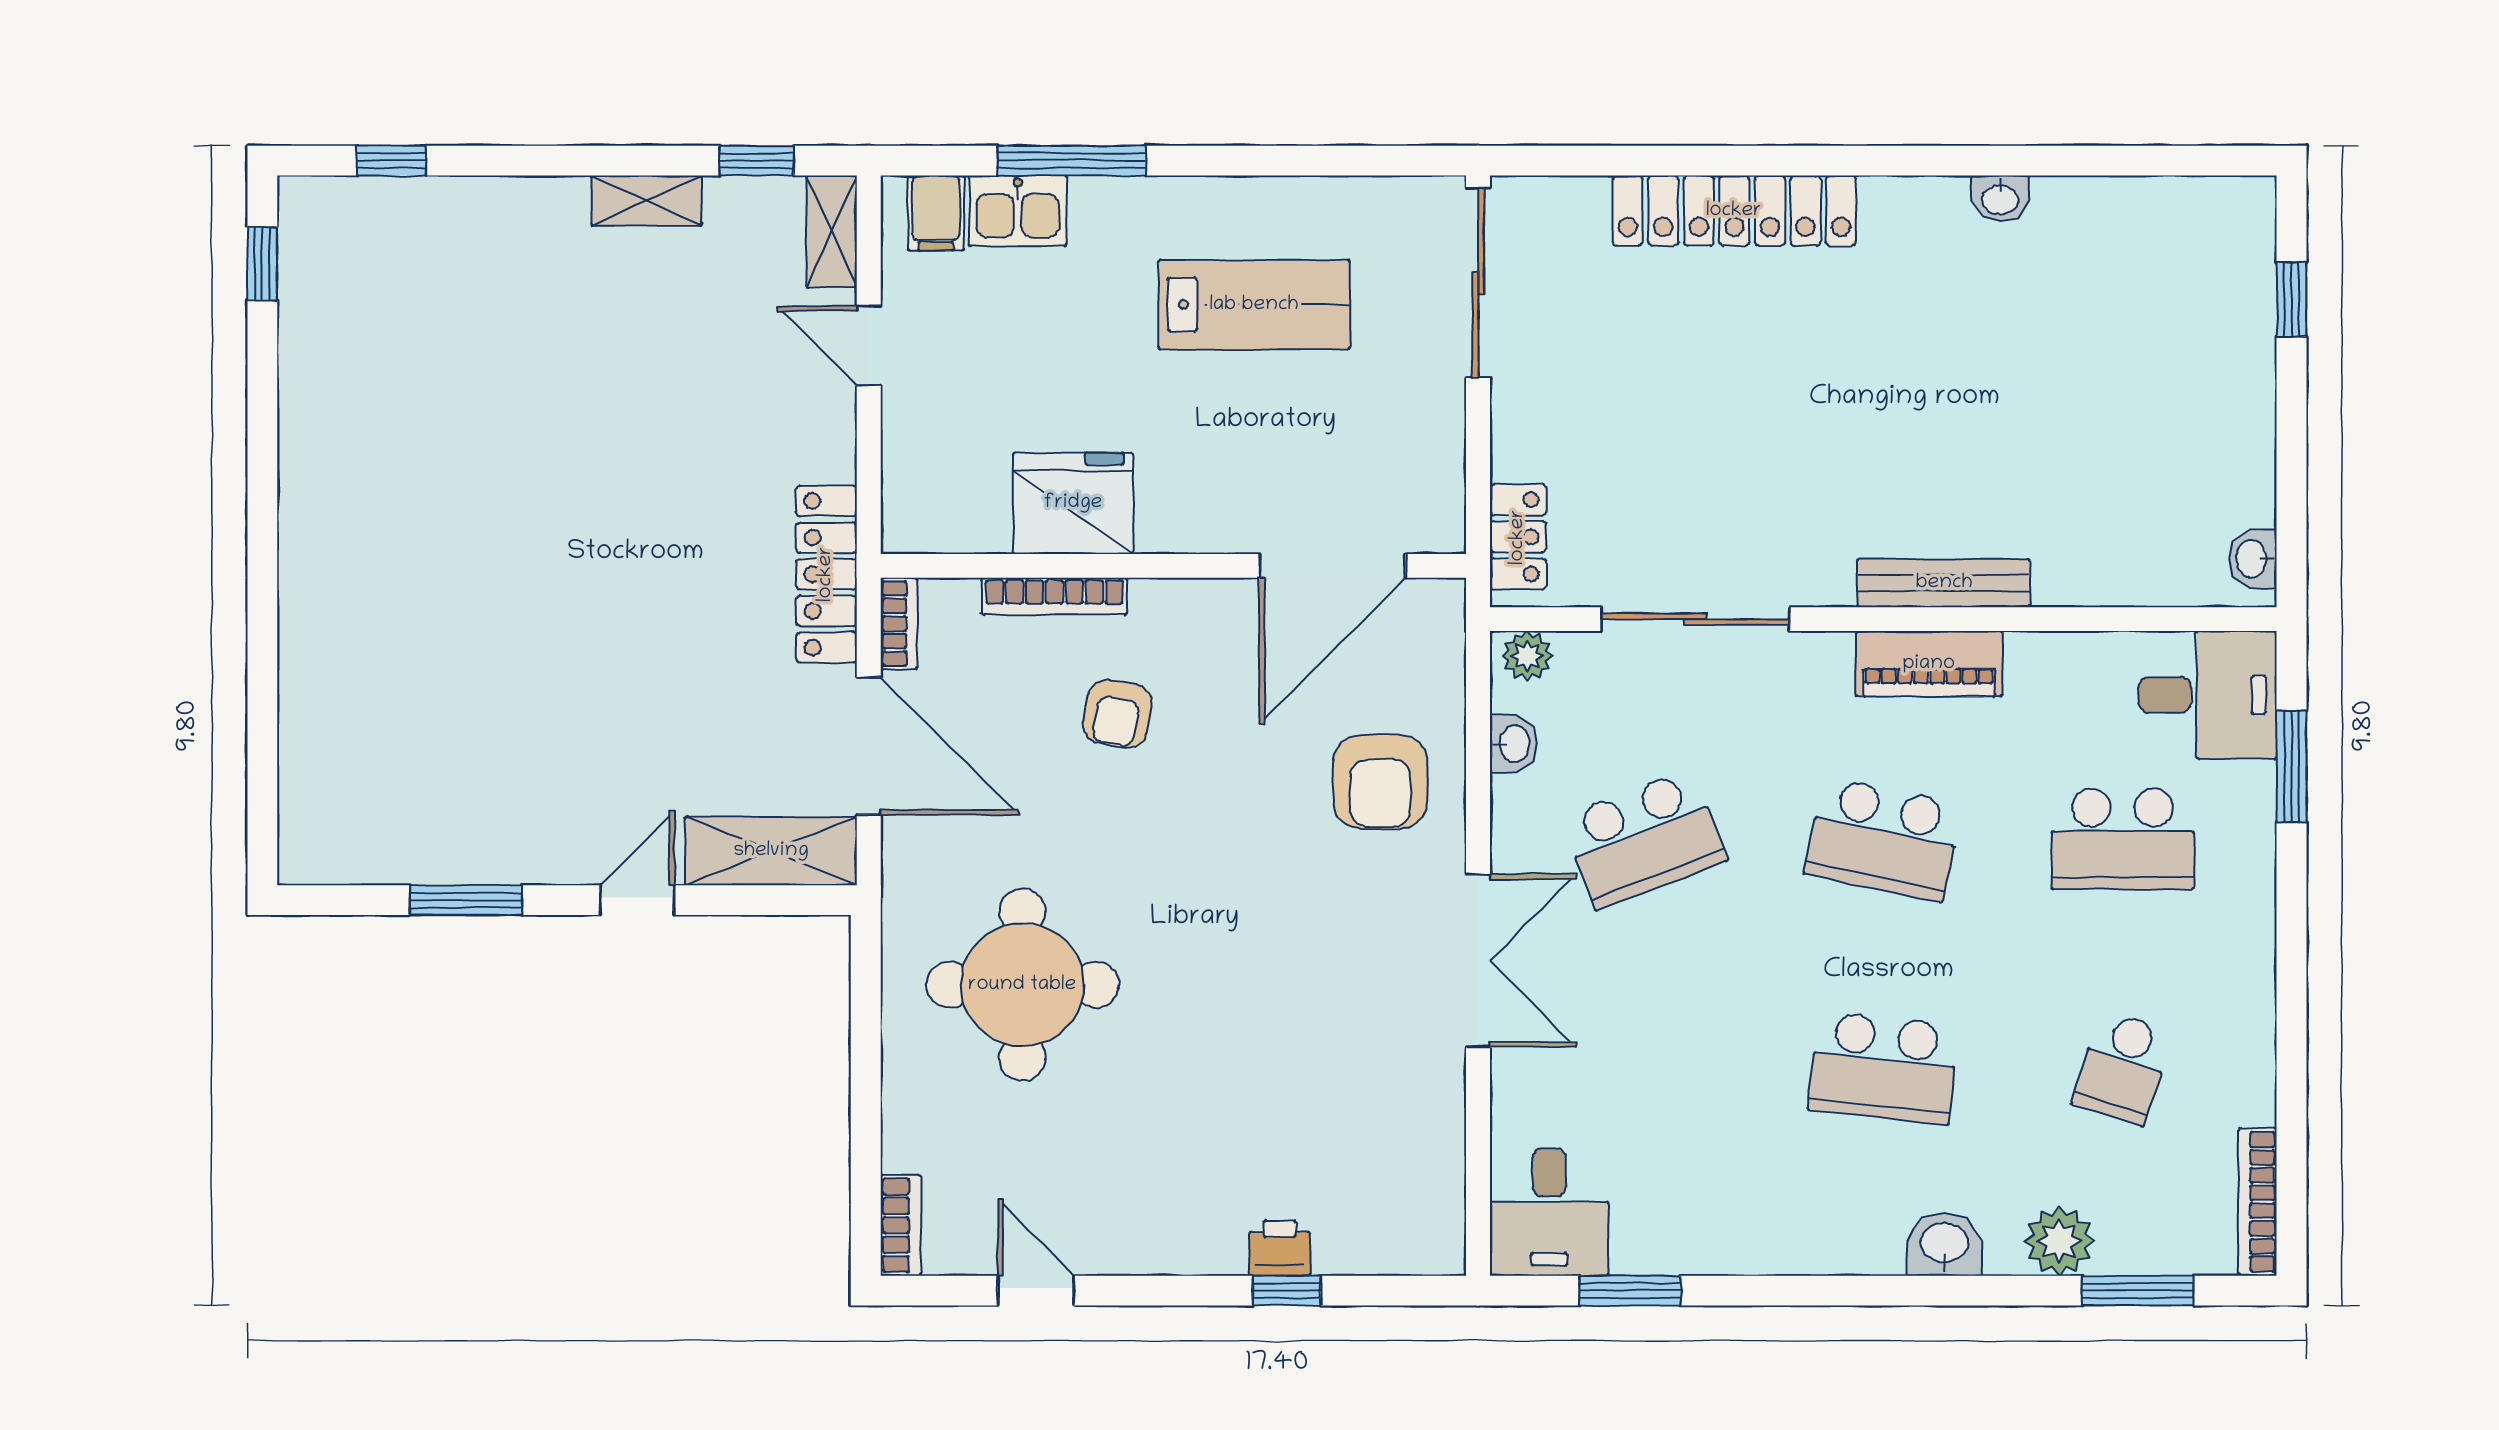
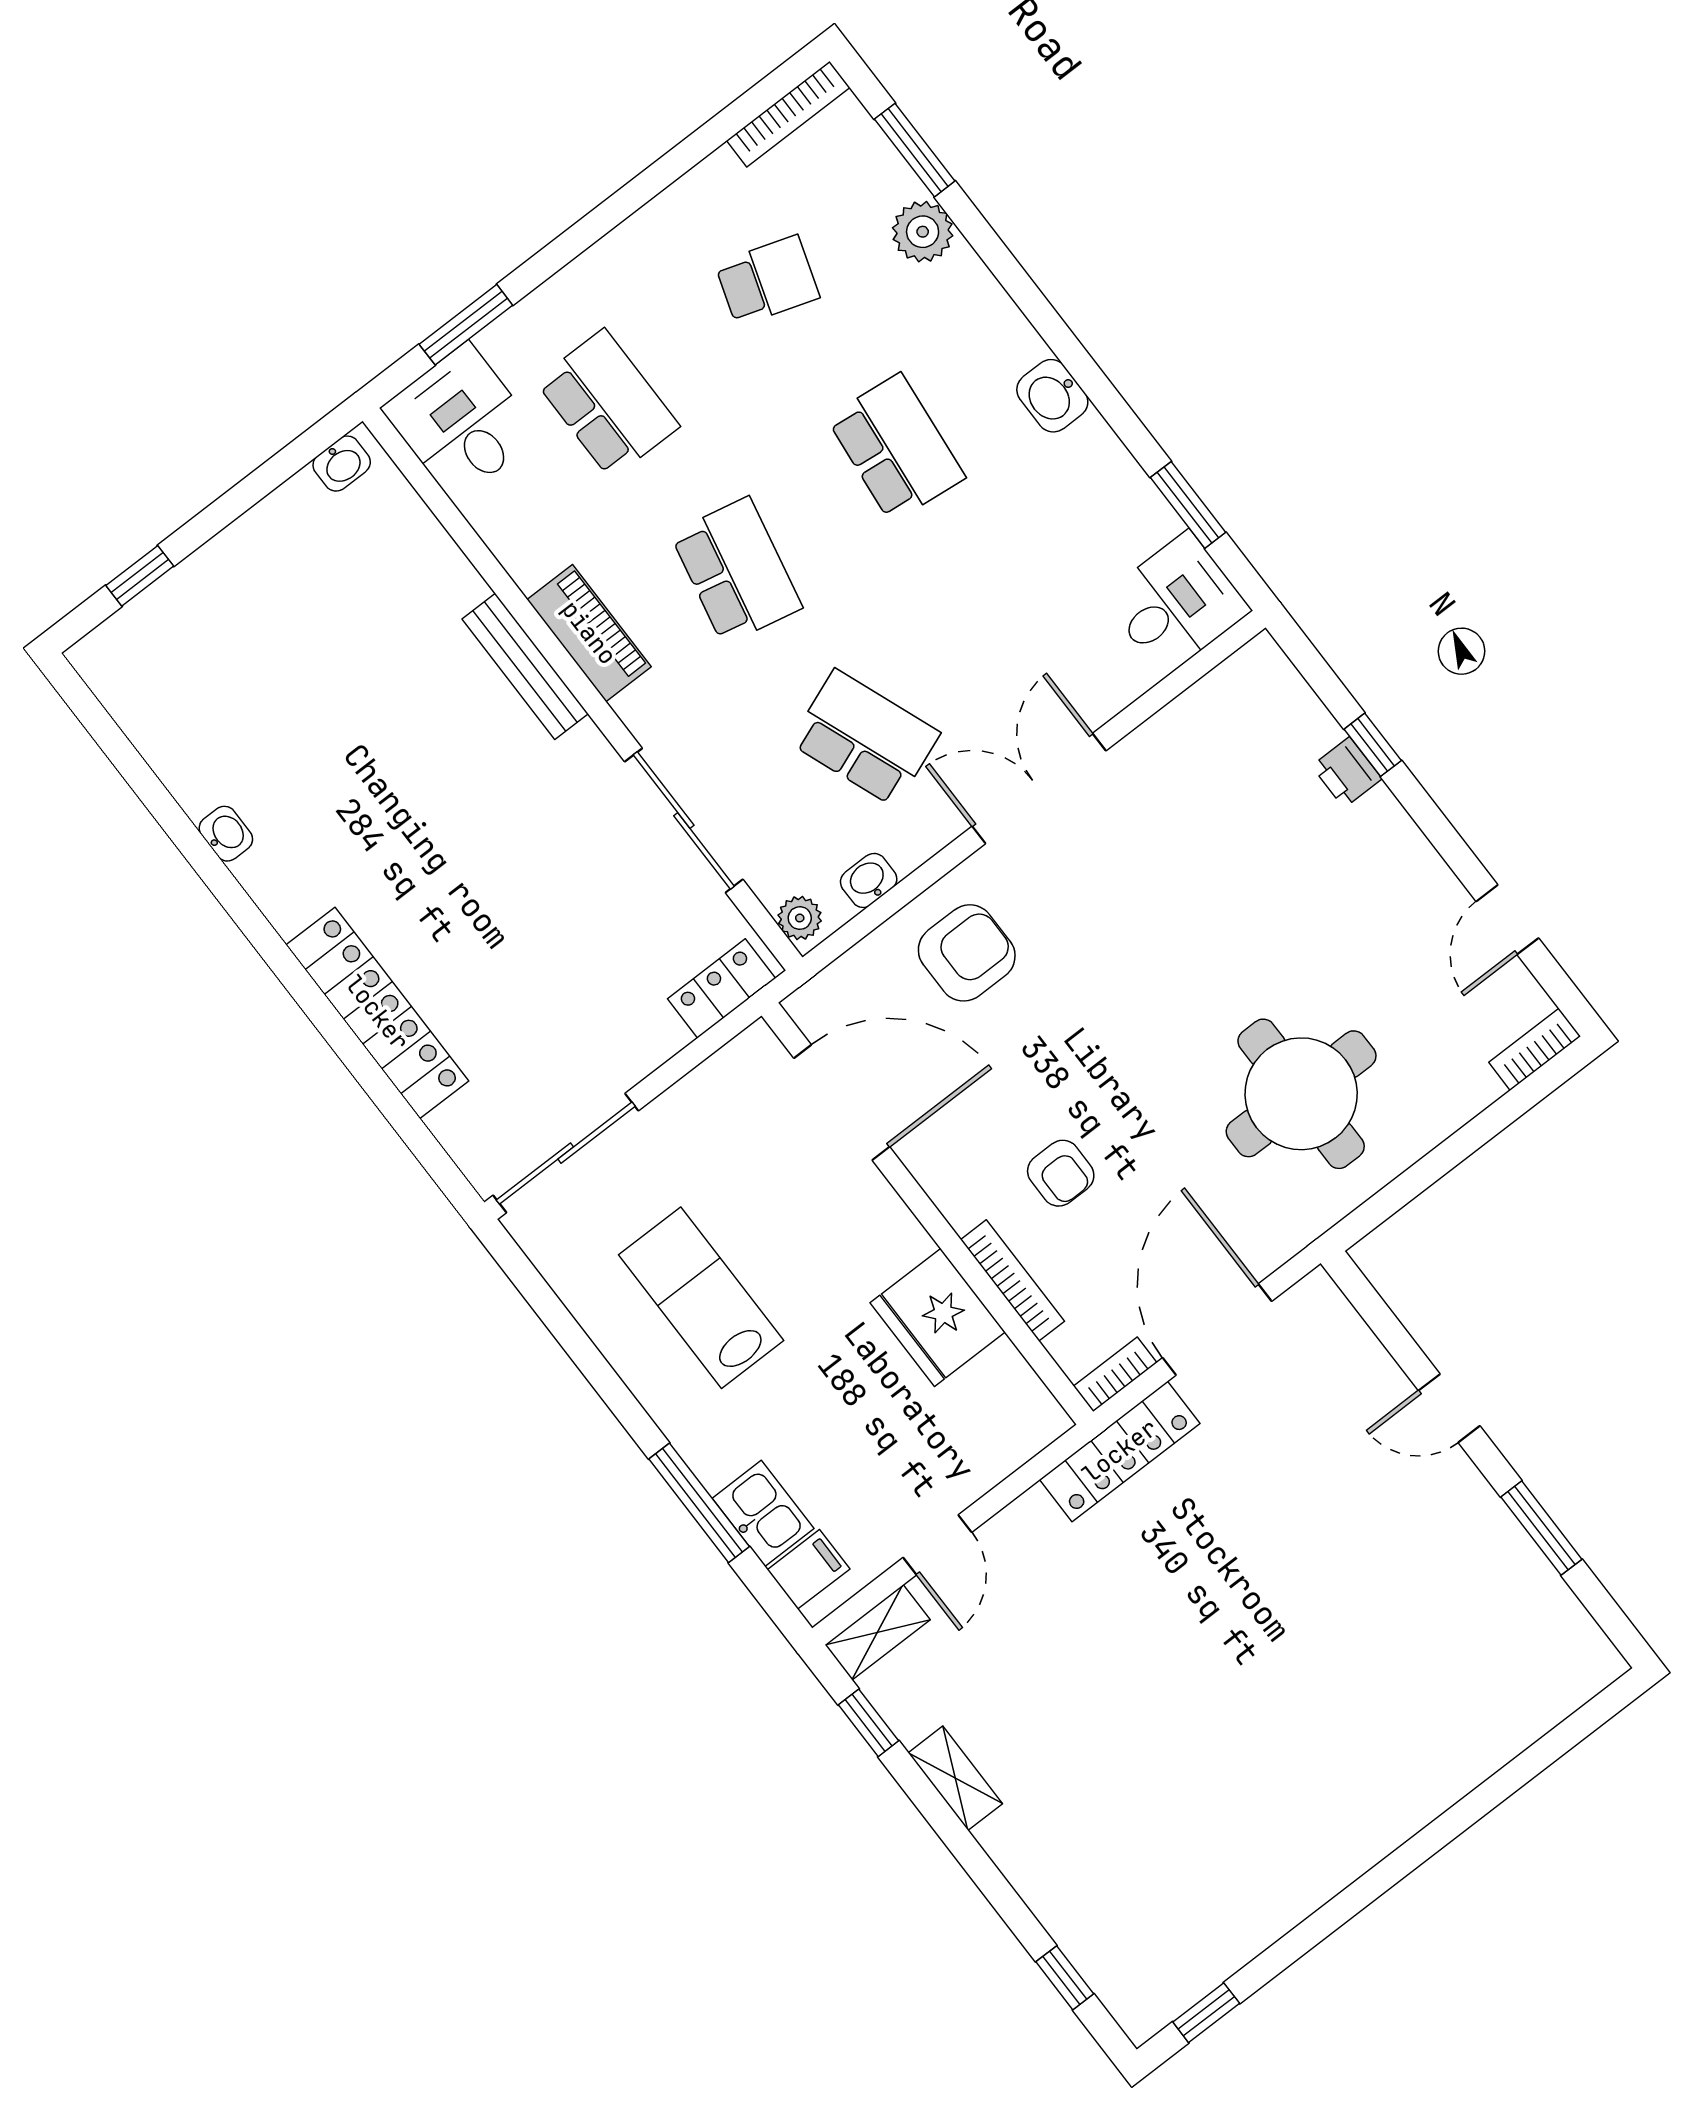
armchair: (1117, 714) -> (1061, 1173), turned 79
shelving: (771, 851) -> (1343, 1341), removed
washbasin: (1944, 1244) -> (1052, 396), moved

